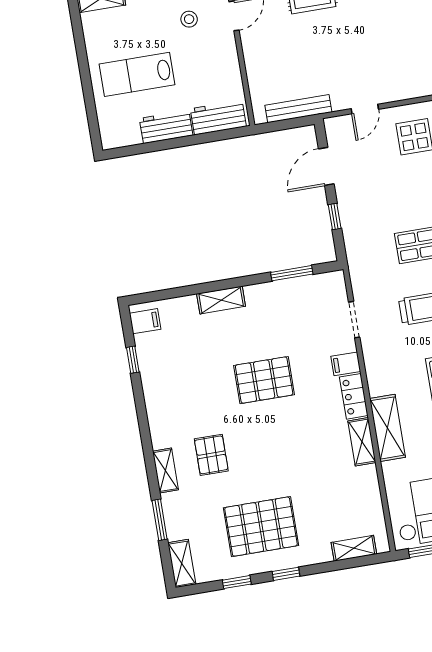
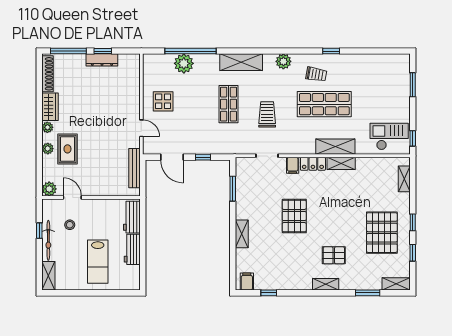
shelving: (166, 471) -> (326, 284), moved

